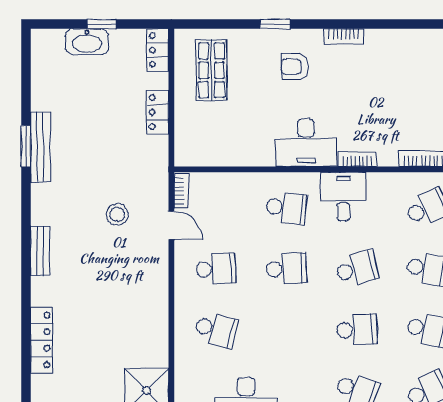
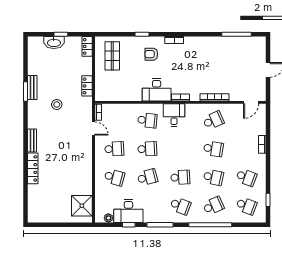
locker: (158, 112) -> (87, 86), moved
bench: (40, 147) -> (32, 87), width x0.73
stool: (117, 214) -> (57, 104), moved
school desk: (357, 269) -> (147, 177), moved
locker: (41, 340) -> (33, 168), moved

